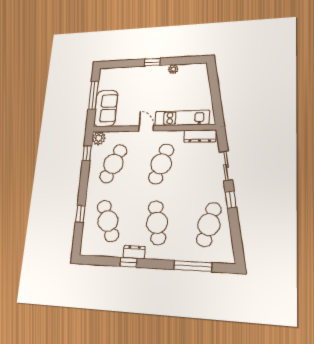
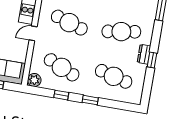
window: (87, 153) -> (61, 95), moved
window: (80, 214) -> (90, 100), moved
cafe table: (108, 221) -> (114, 76), turned 36

